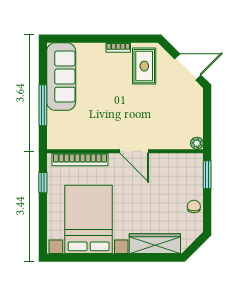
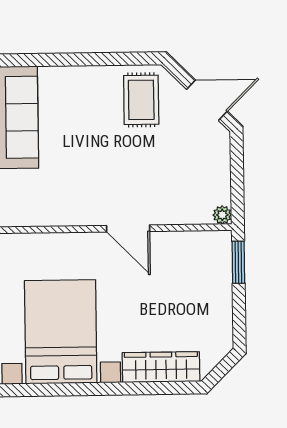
bookcase: (118, 48) -> (102, 72), removed
bookcase: (80, 160) -> (46, 242), removed
chair: (194, 207) -> (219, 310), removed

